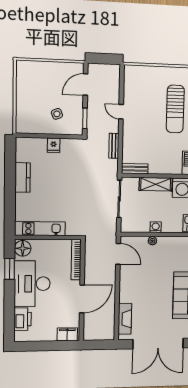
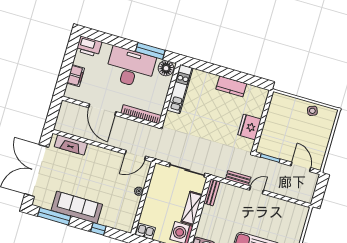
door: (121, 112) -> (257, 190), moved
side table: (57, 114) -> (312, 111), moved
fridge: (54, 145) -> (249, 127), width x1.88, depth x1.34
washing machine: (156, 227) -> (151, 198), removed
window: (9, 269) -> (150, 51), width x1.44
printer: (23, 319) -> (89, 46), moved
filing cabinet: (67, 334) -> (76, 76), moved

